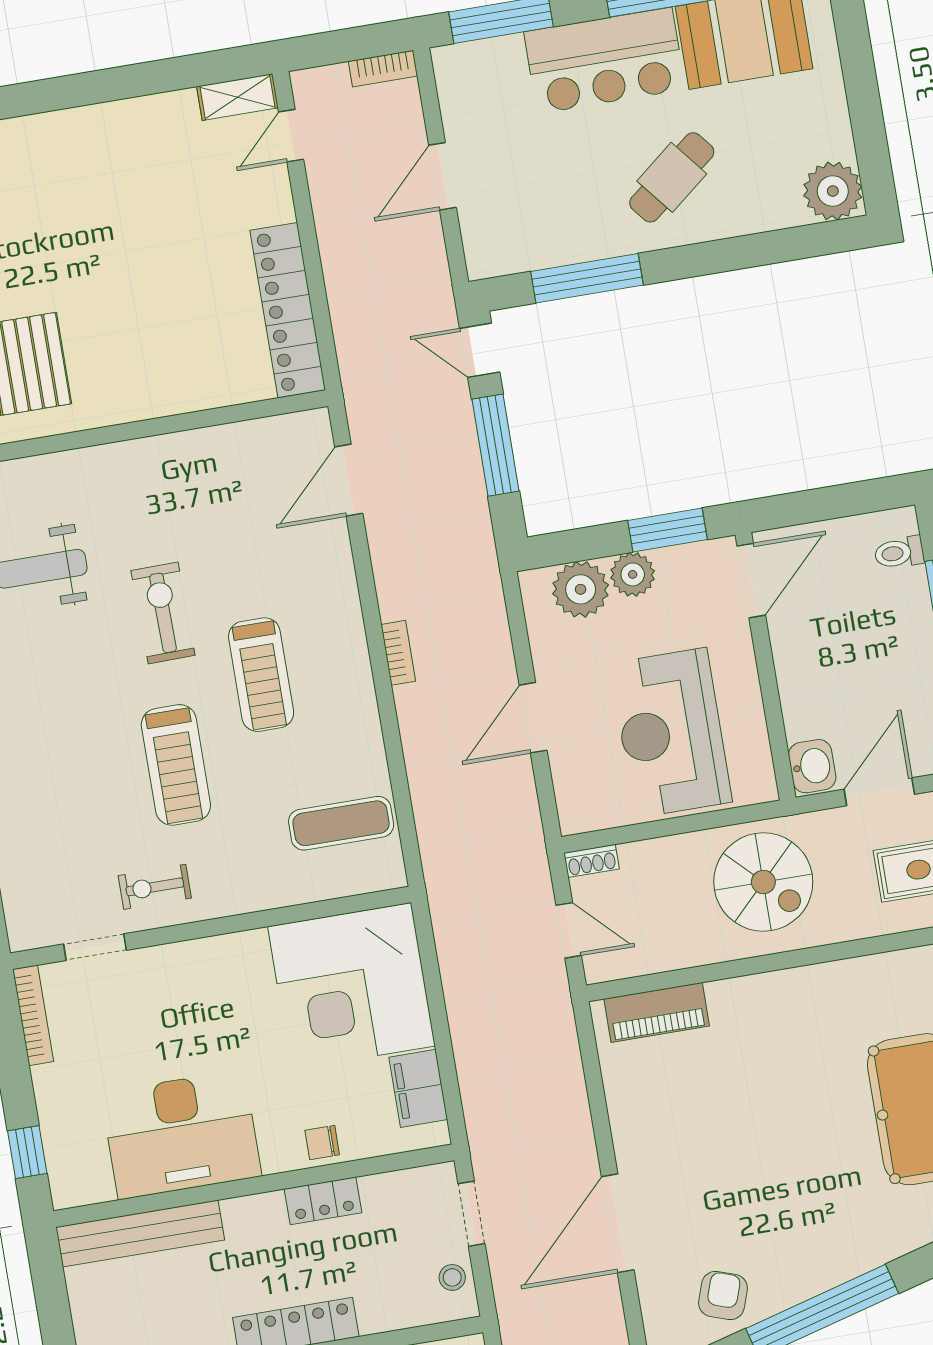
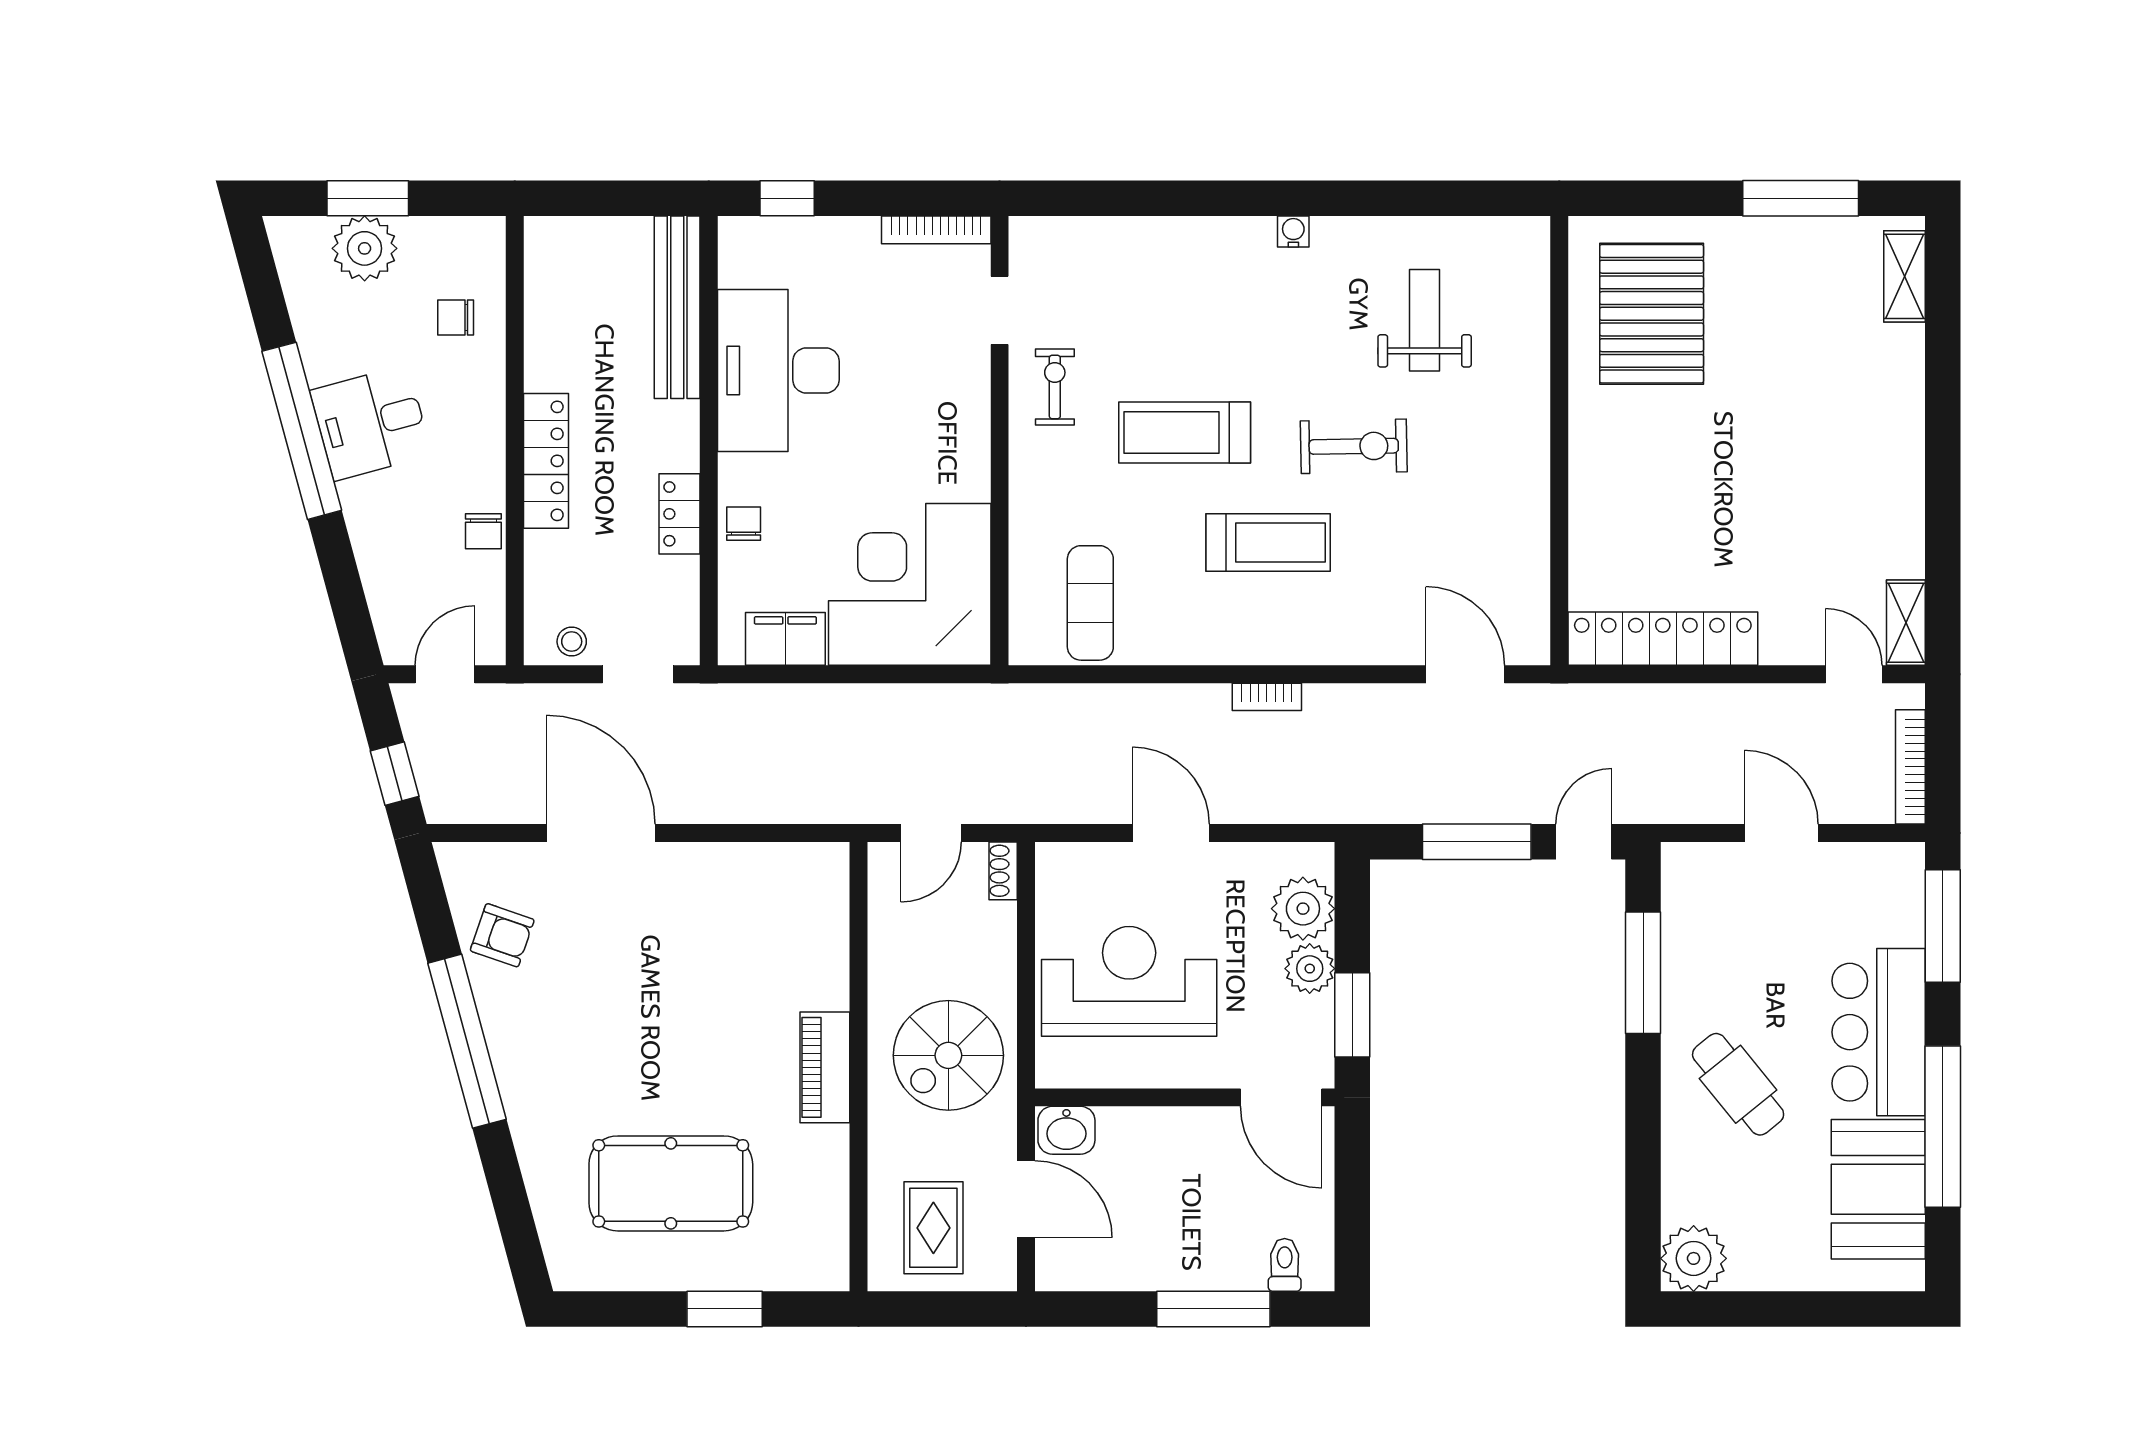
bookcase: (383, 69) -> (1910, 767), width x1.56
treadmill: (261, 675) -> (1268, 542), turned 180
piano: (657, 1012) -> (825, 1067), moved

